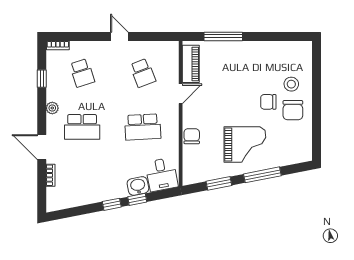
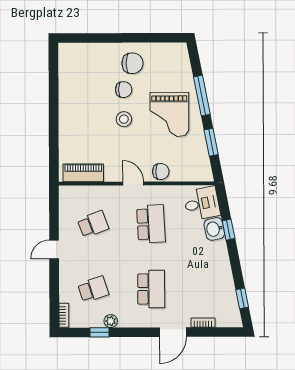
window: (223, 36) -> (54, 138), removed
stool: (291, 84) -> (124, 119), moved
door: (181, 94) -> (133, 184), moved
chair: (268, 102) -> (124, 90), turned -90
plant: (52, 108) -> (111, 321), moved
chair: (192, 136) -> (161, 172), turned 180
grand piano: (245, 144) -> (169, 114), turned 180
window: (112, 204) -> (242, 298), moved

